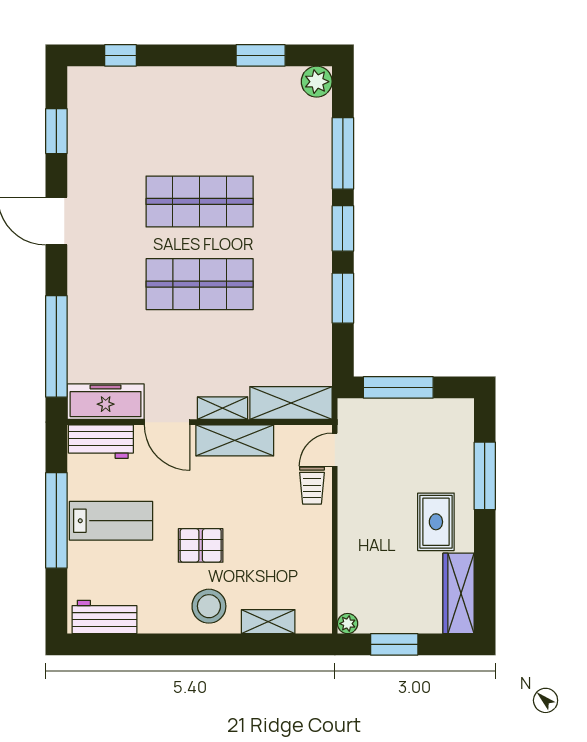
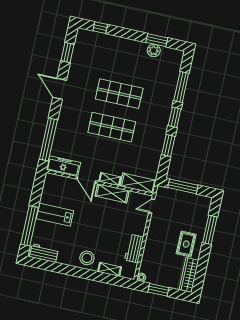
plant: (317, 82) -> (154, 50), moved
workbench: (101, 442) -> (134, 249), moved, turned 90
trolley: (312, 486) -> (139, 218), removed
window: (56, 520) -> (29, 226), moved
lab bench: (111, 521) -> (55, 215), turned 180
pallet: (201, 545) -> (89, 233), removed

